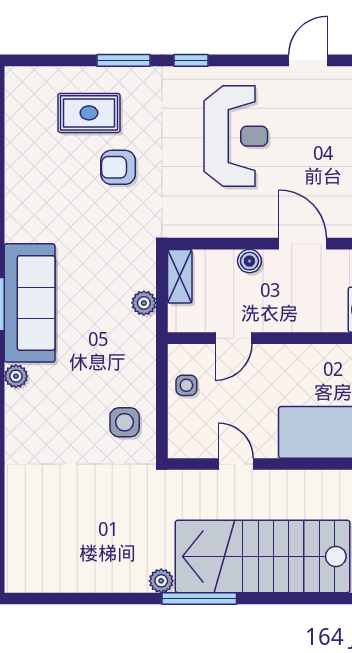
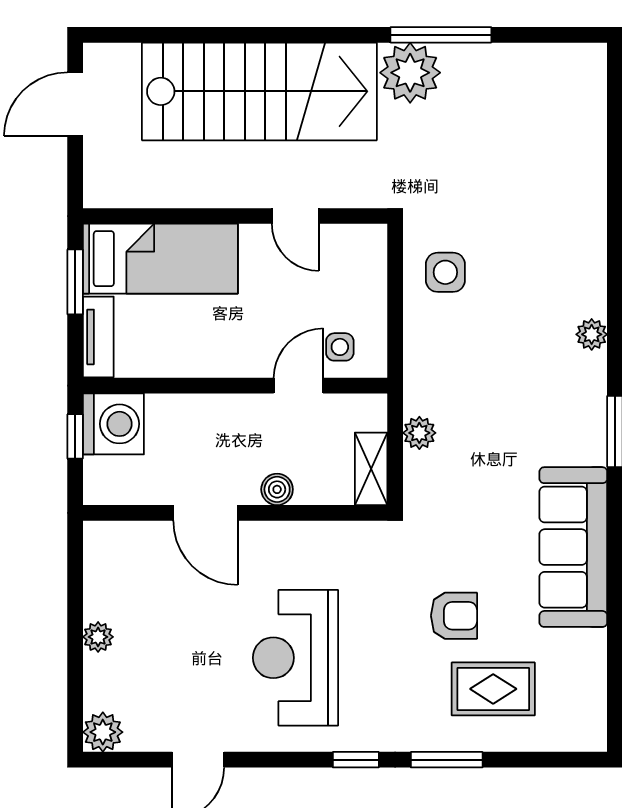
sofa: (30, 303) -> (573, 547), moved
side table: (186, 385) -> (340, 347), moved
plant: (161, 581) -> (410, 73), width x1.87, depth x1.87
window: (199, 598) -> (441, 35), moved

